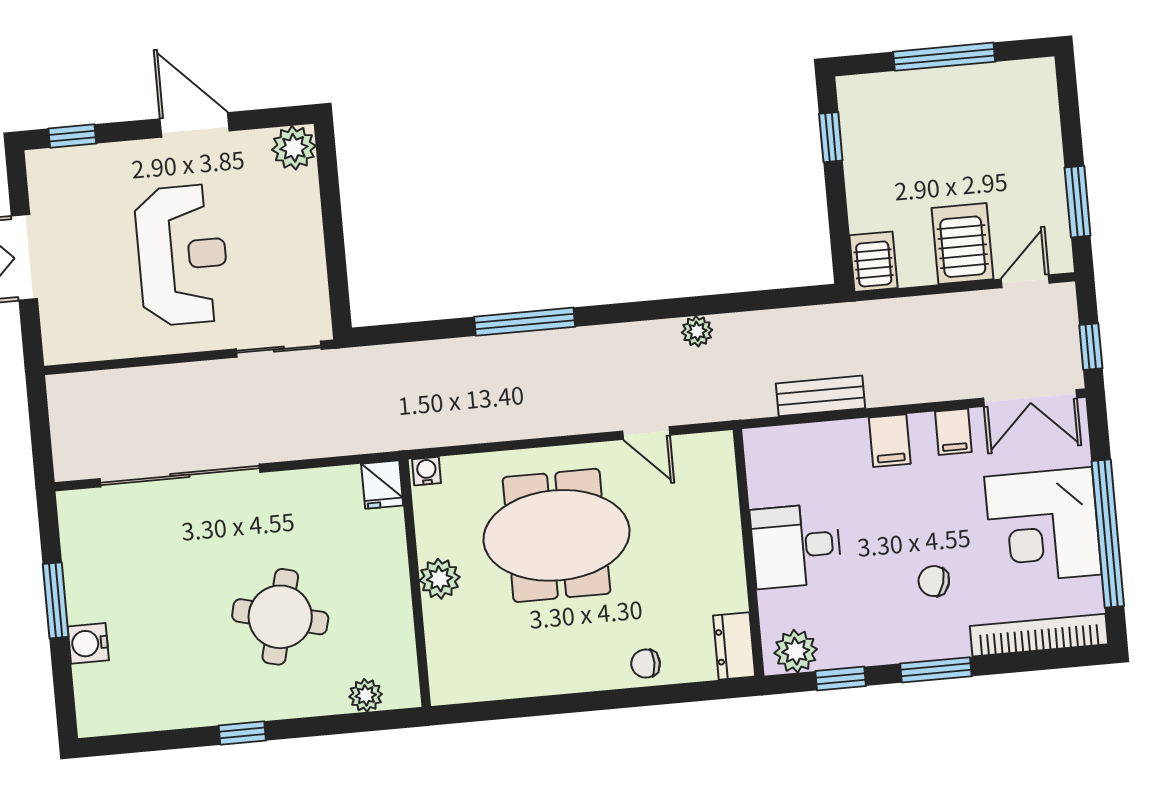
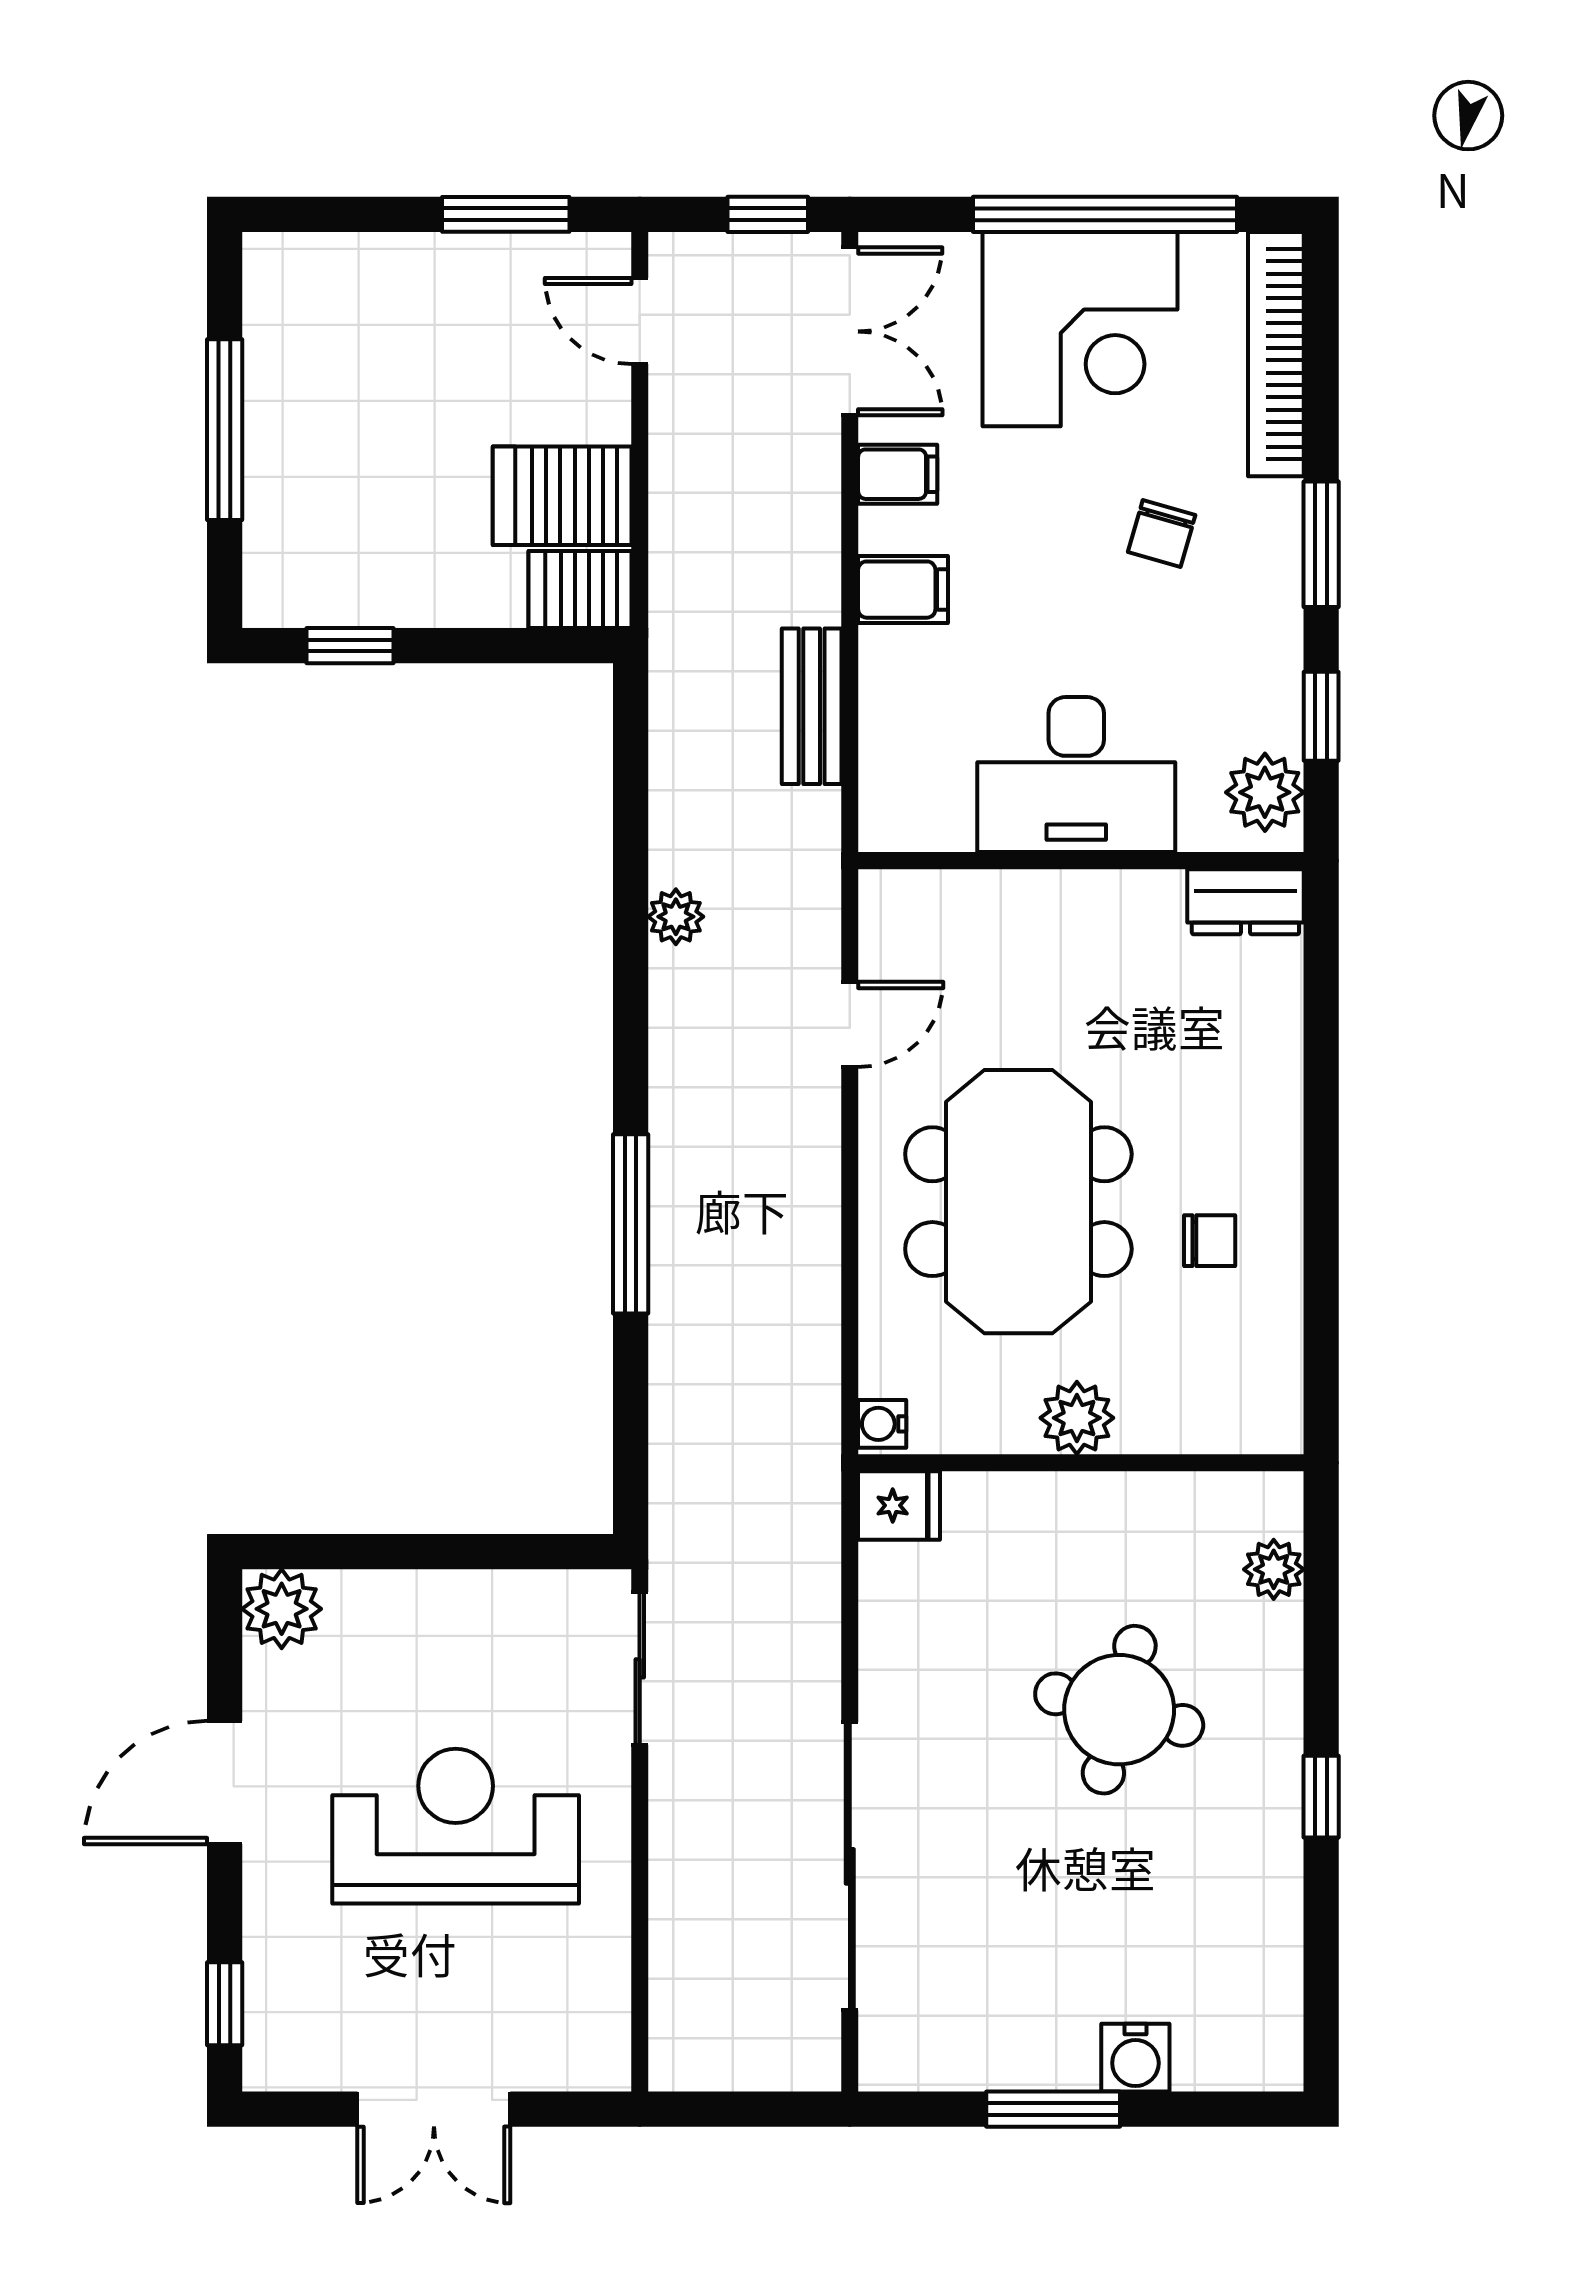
server rack: (962, 244) -> (562, 496), moved
desk: (796, 546) -> (1076, 775), width x1.37
chair: (646, 664) -> (1210, 1241), moved, turned -90

